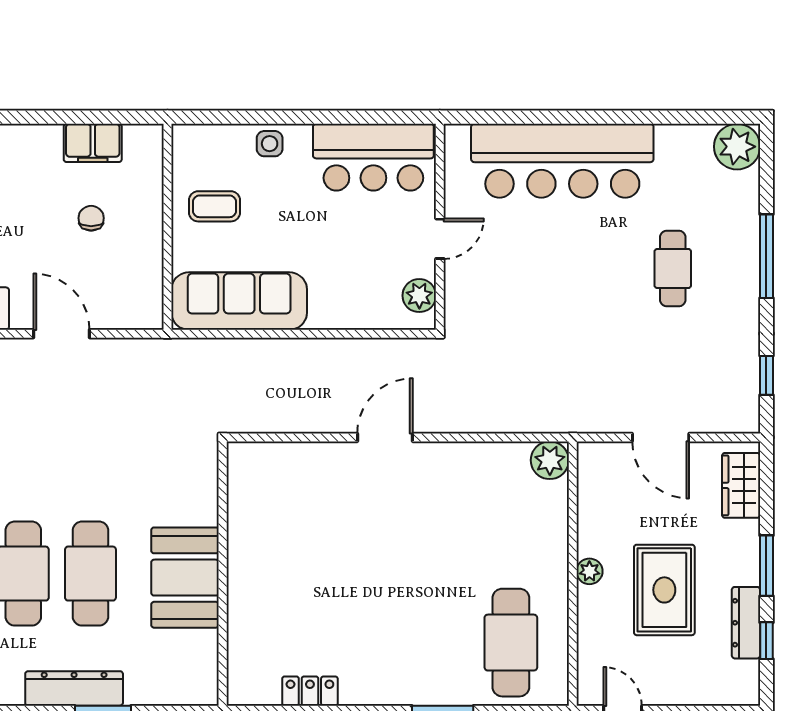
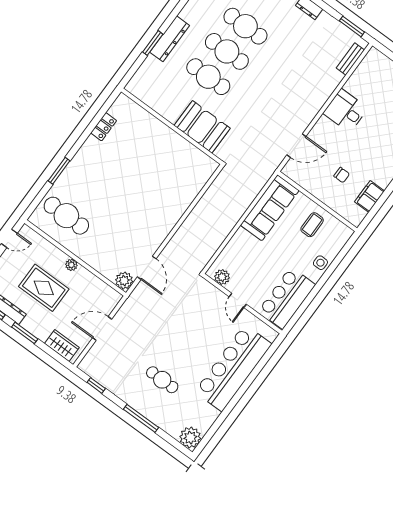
door: (62, 334) -> (296, 146), moved
door: (385, 437) -> (147, 268), moved
booth: (185, 578) -> (202, 127), moved

